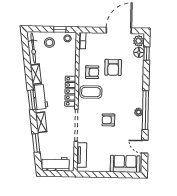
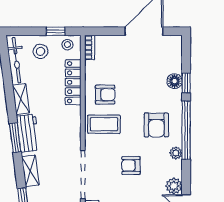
plant: (139, 41) -> (174, 186), moved
floor lamp: (139, 52) -> (175, 81), moved
window: (147, 54) -> (186, 83), moved
armchair: (113, 67) -> (156, 125), moved
locker: (70, 91) -> (73, 82), moved
window: (145, 110) -> (186, 130), moved

